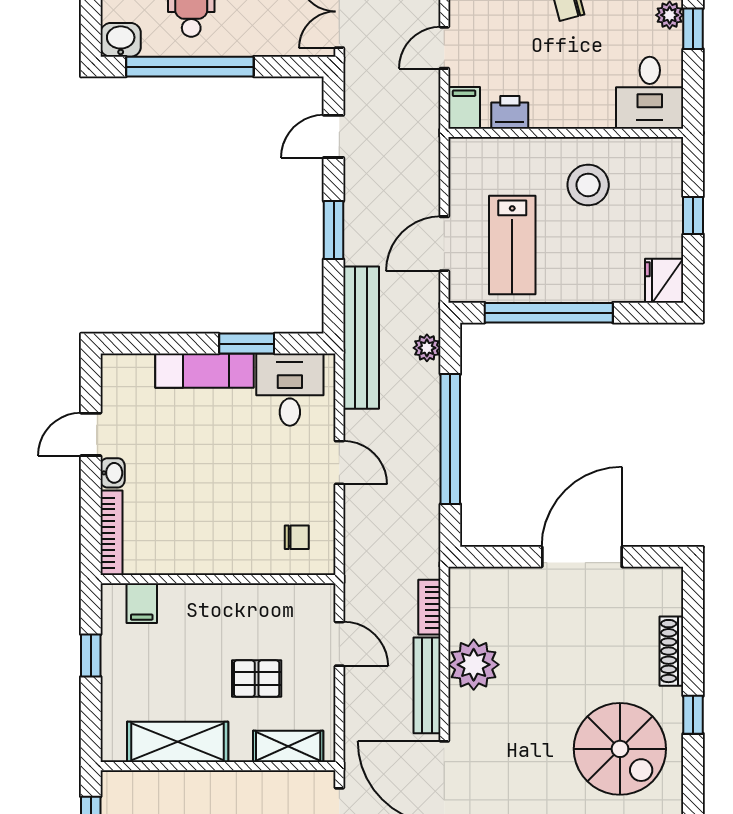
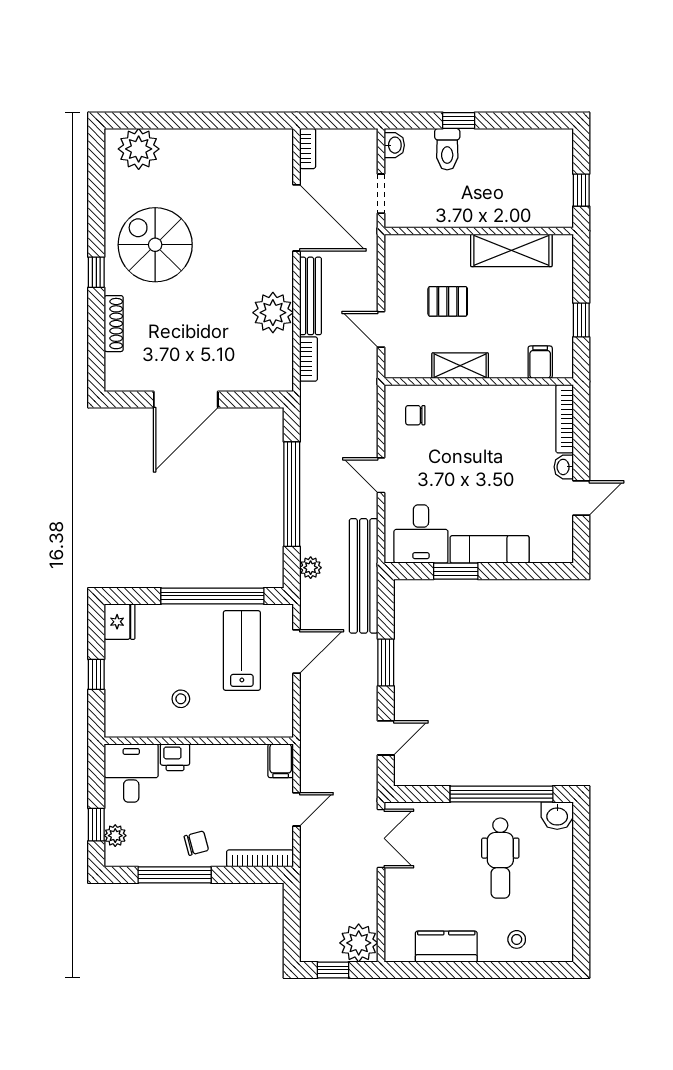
printer: (510, 112) -> (175, 757), moved
stool: (588, 185) -> (181, 699), width x0.53, depth x0.53
shelving: (288, 746) -> (460, 366), moved

